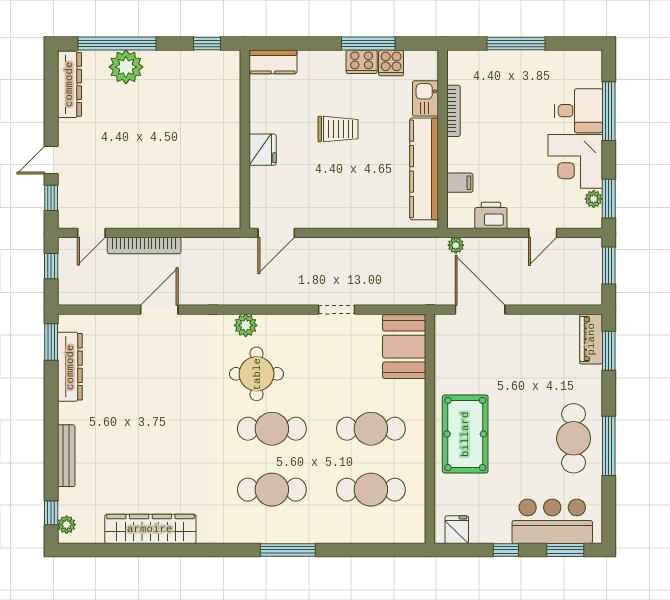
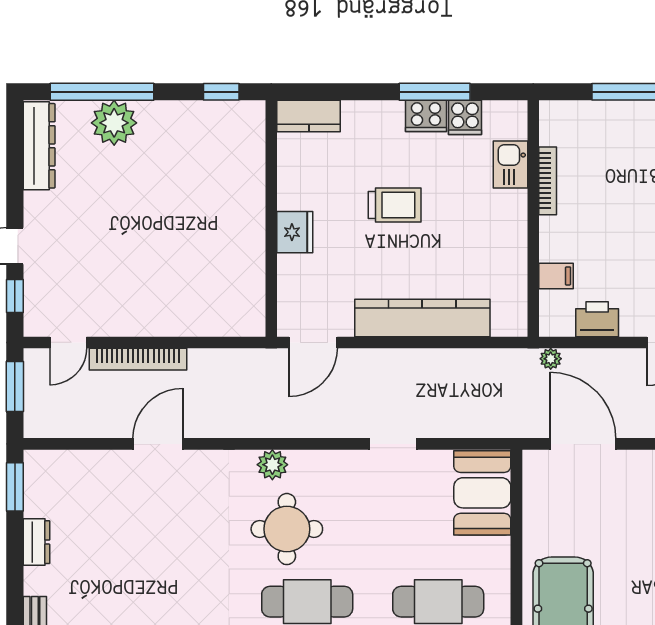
kitchen counter: (424, 169) -> (422, 318), moved, turned 90
window: (51, 266) -> (15, 386), width x1.50
dresser: (70, 367) -> (37, 542), width x0.51, depth x0.80

